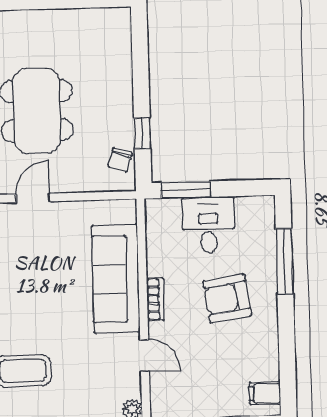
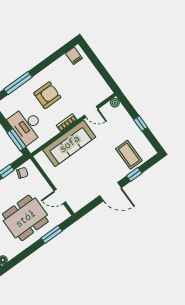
desk: (209, 225) -> (27, 125), width x1.37
armchair: (227, 298) -> (47, 95), turned -81
door: (145, 356) -> (91, 112), swing flipped

